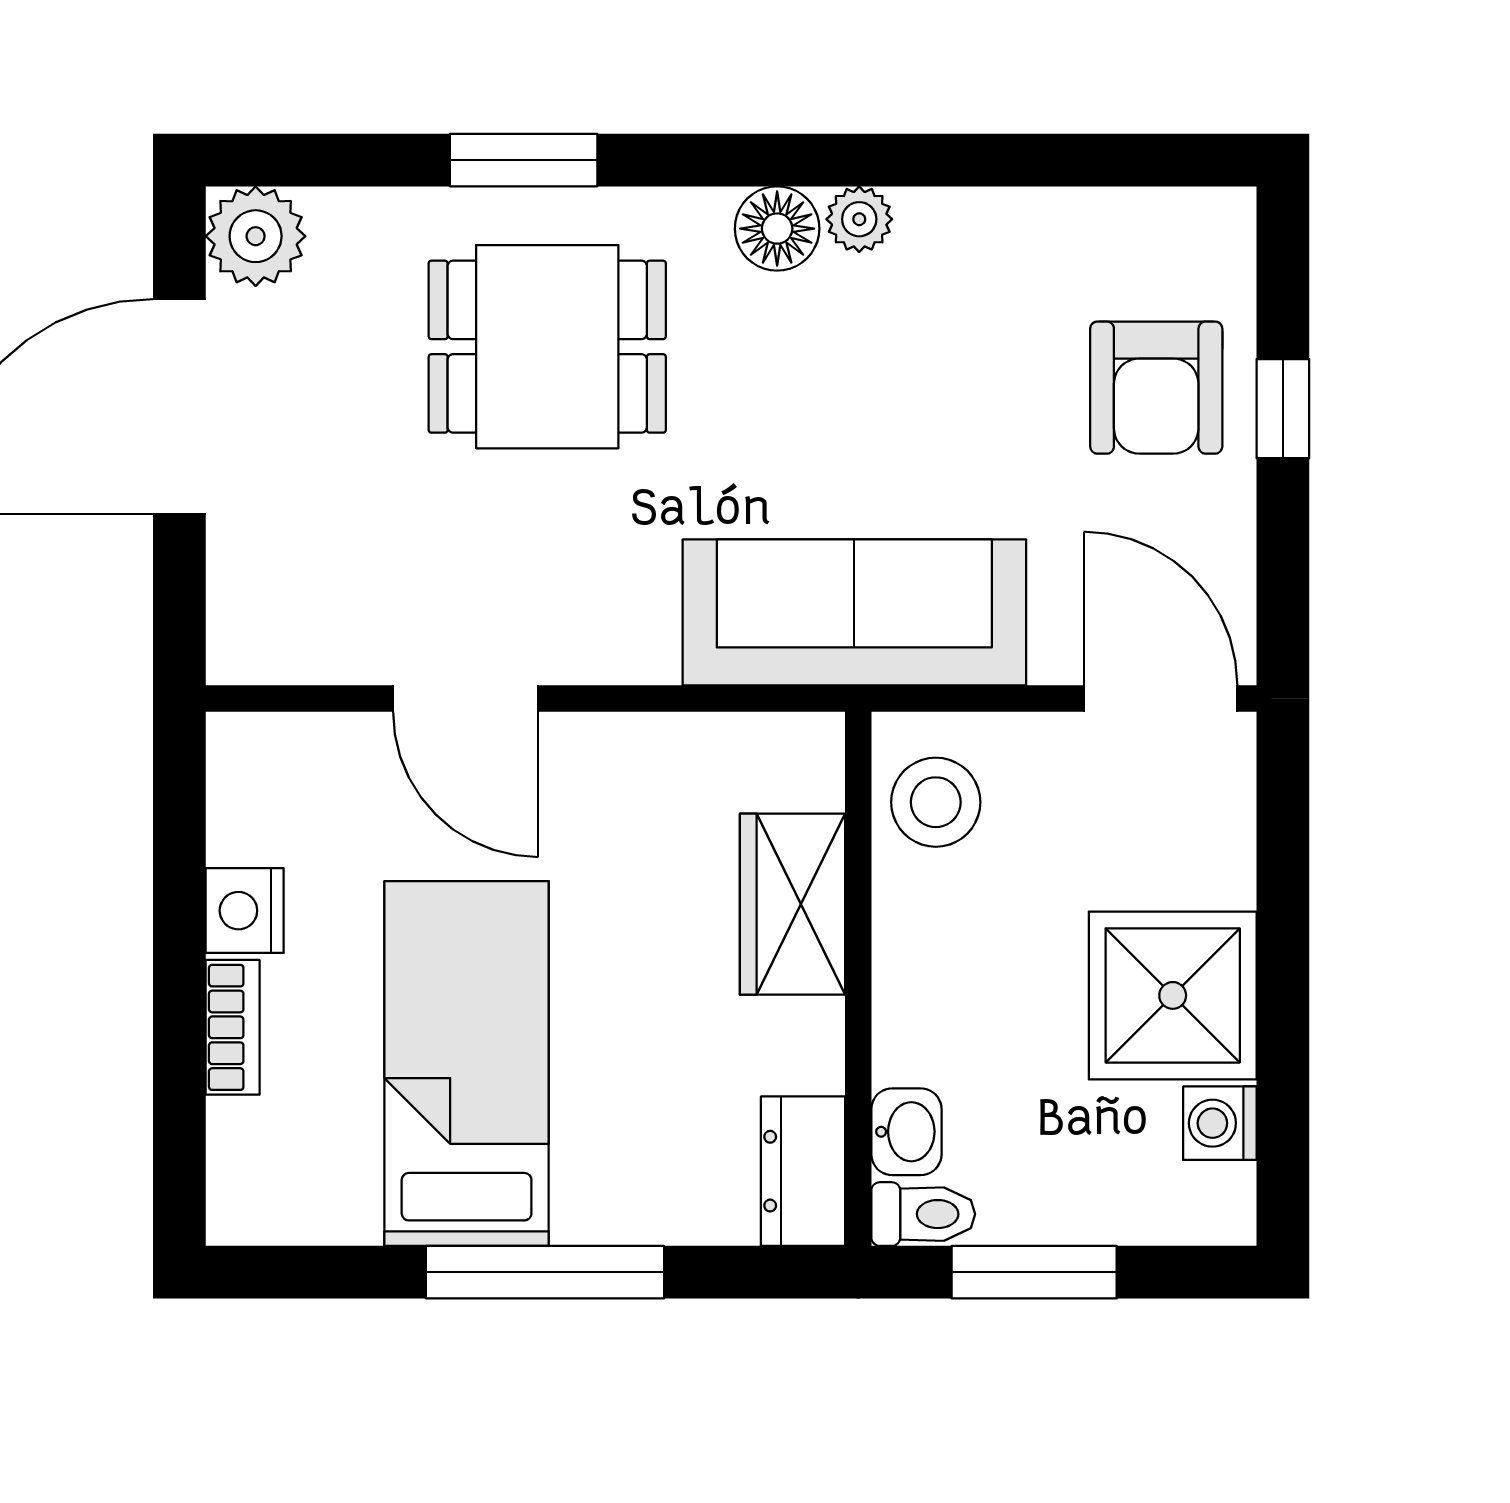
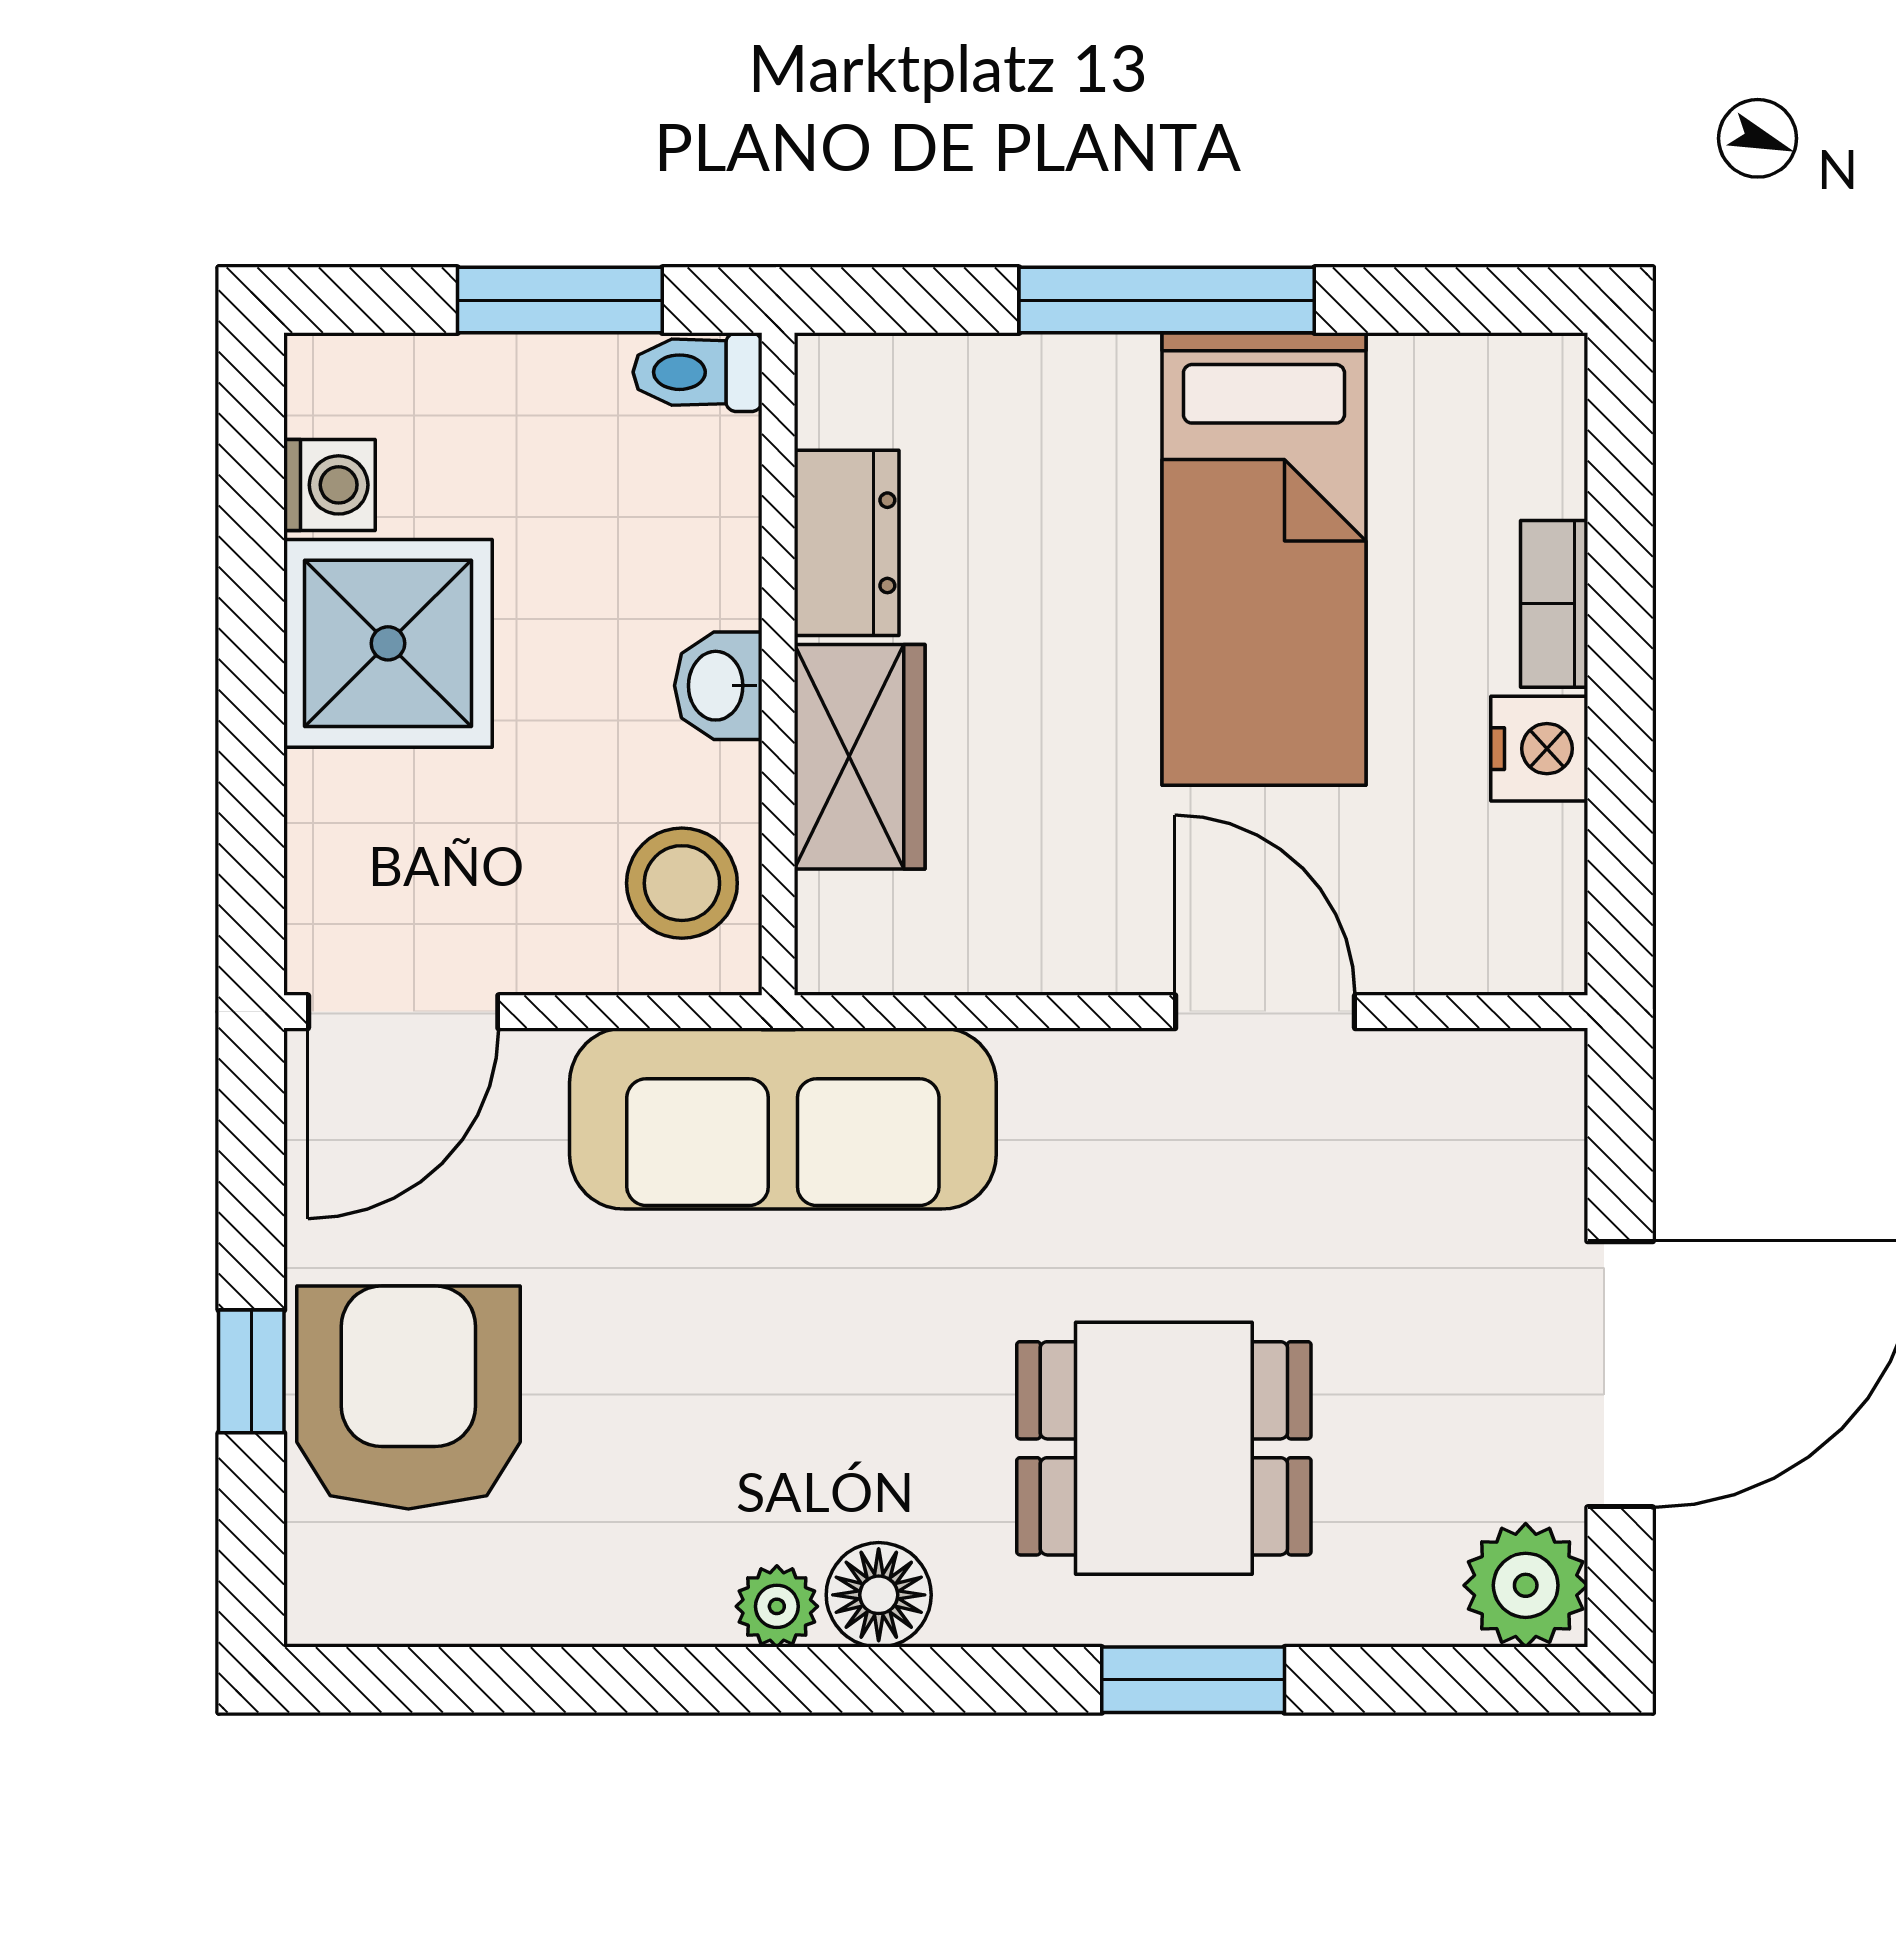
armchair: (1156, 388) -> (408, 1398), width x1.36, depth x1.36
door: (1160, 699) -> (403, 1012), hinge flipped
washbasin: (906, 1132) -> (718, 686), moved
dresser: (803, 1171) -> (847, 543), moved

